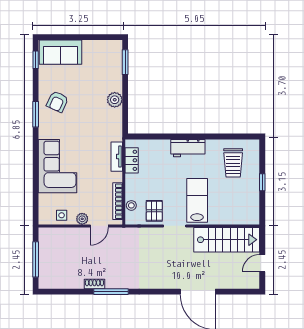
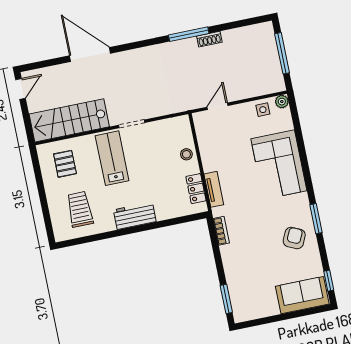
plant: (115, 100) -> (229, 254), removed
window: (262, 182) -> (42, 194), removed
lab bench: (197, 200) -> (112, 158), turned 180
bookcase: (118, 201) -> (221, 231), moved, width x0.64
stool: (131, 205) -> (186, 154), moved
pallet: (154, 211) -> (65, 164), moved
plant: (82, 219) -> (282, 102), moved
door: (262, 263) -> (21, 89), moved

